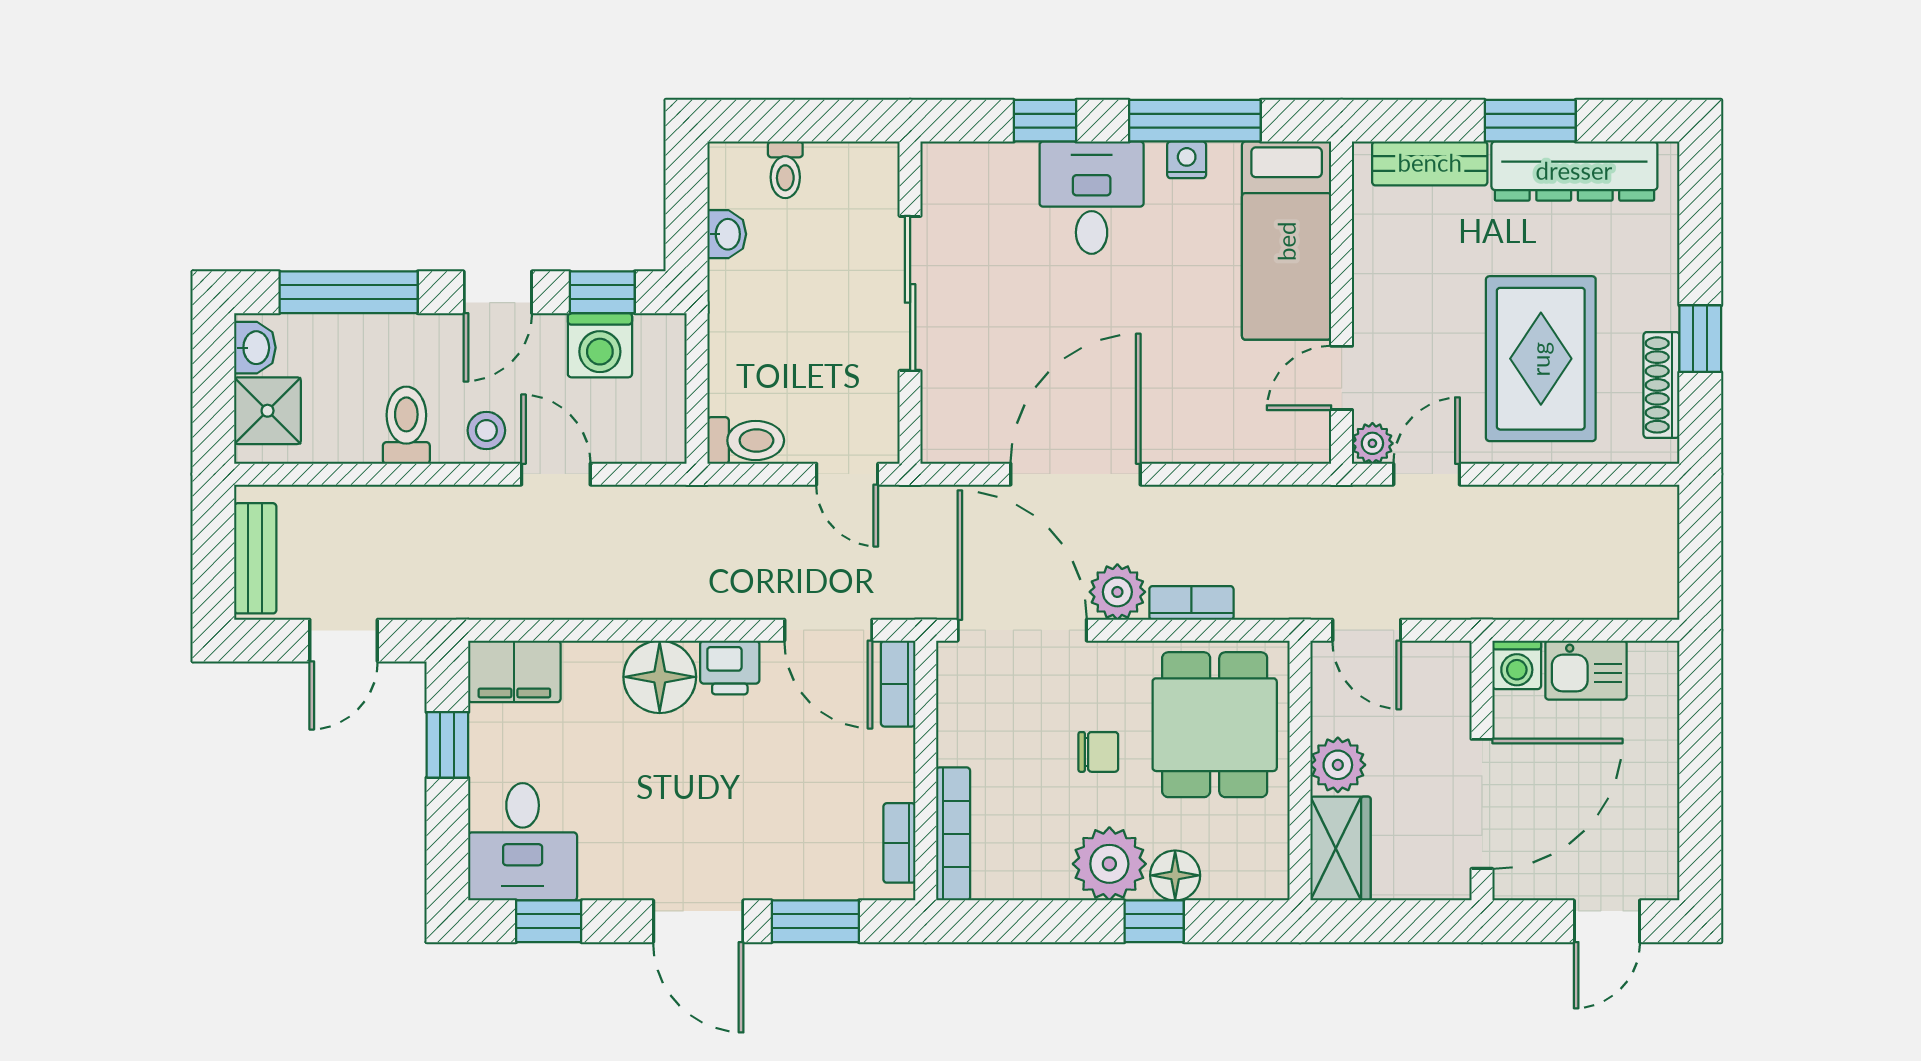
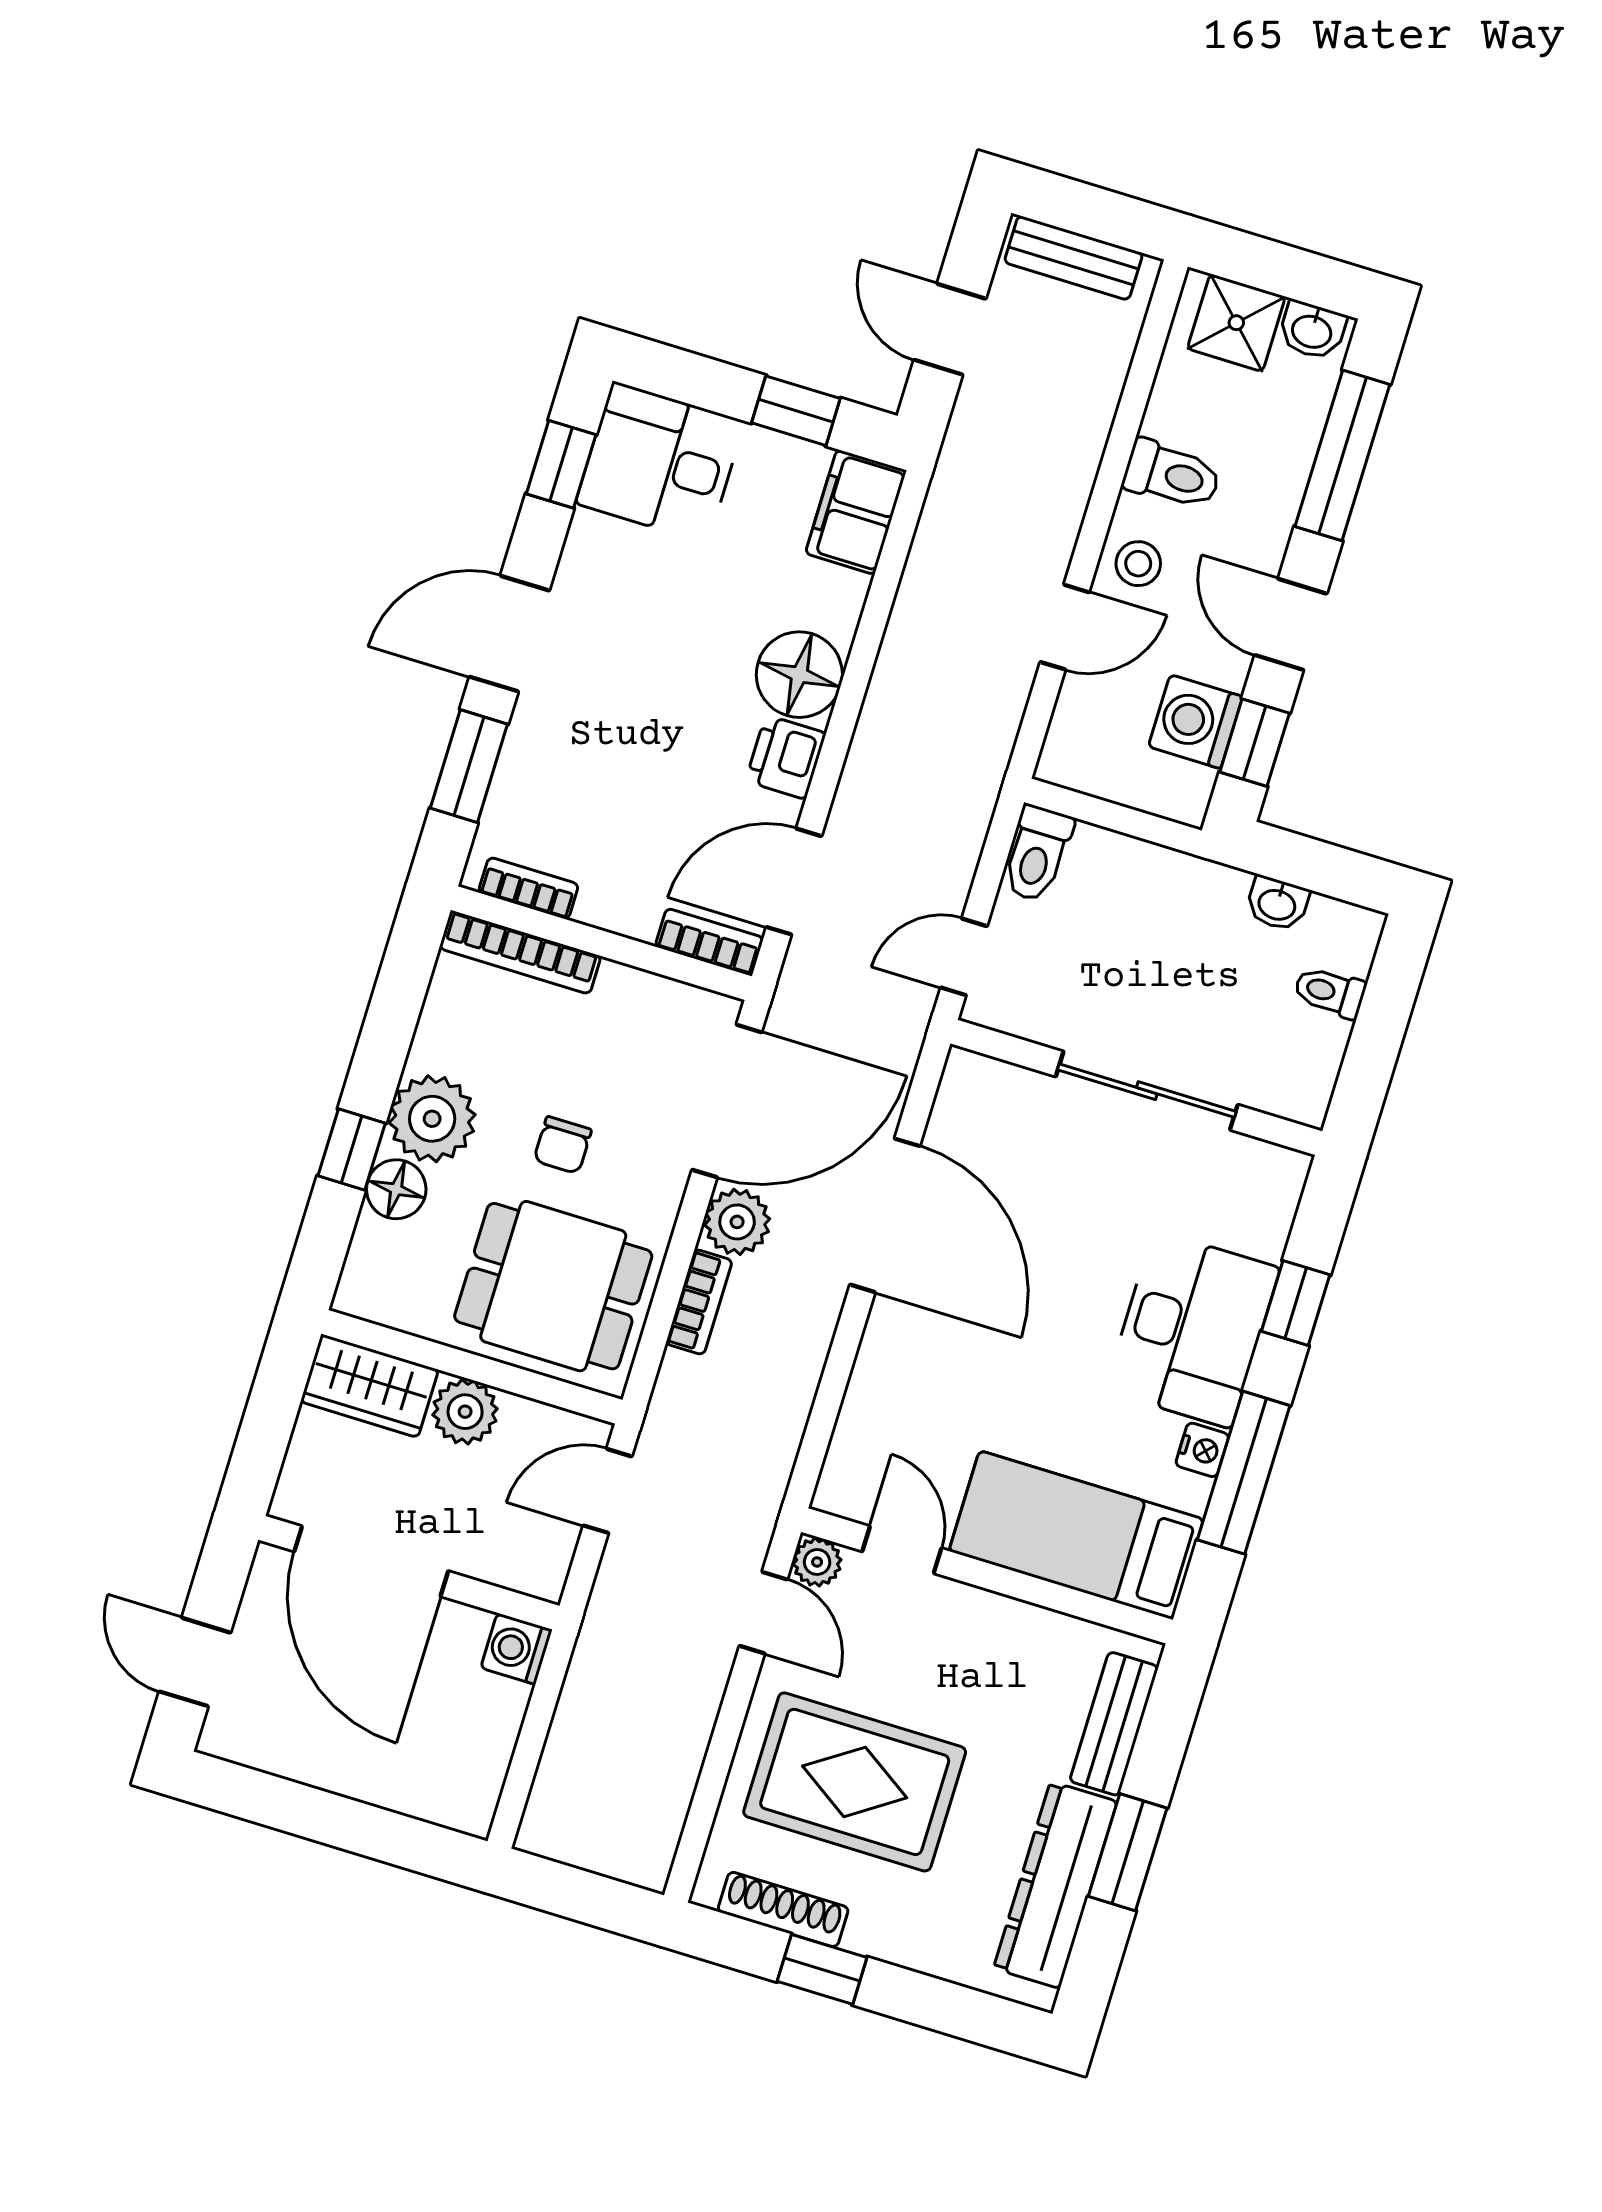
desk: (1092, 198) -> (1192, 1329), width x1.37
kitchen sink: (1586, 670) -> (486, 1725), removed

